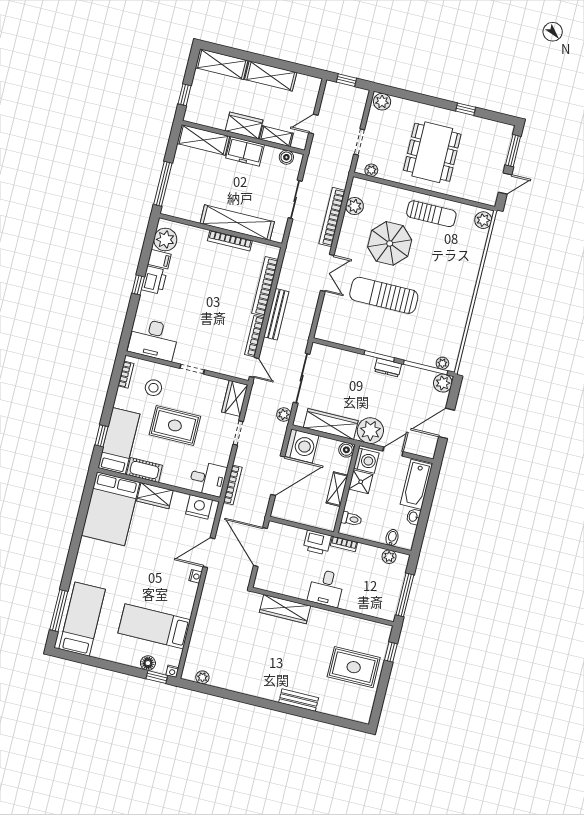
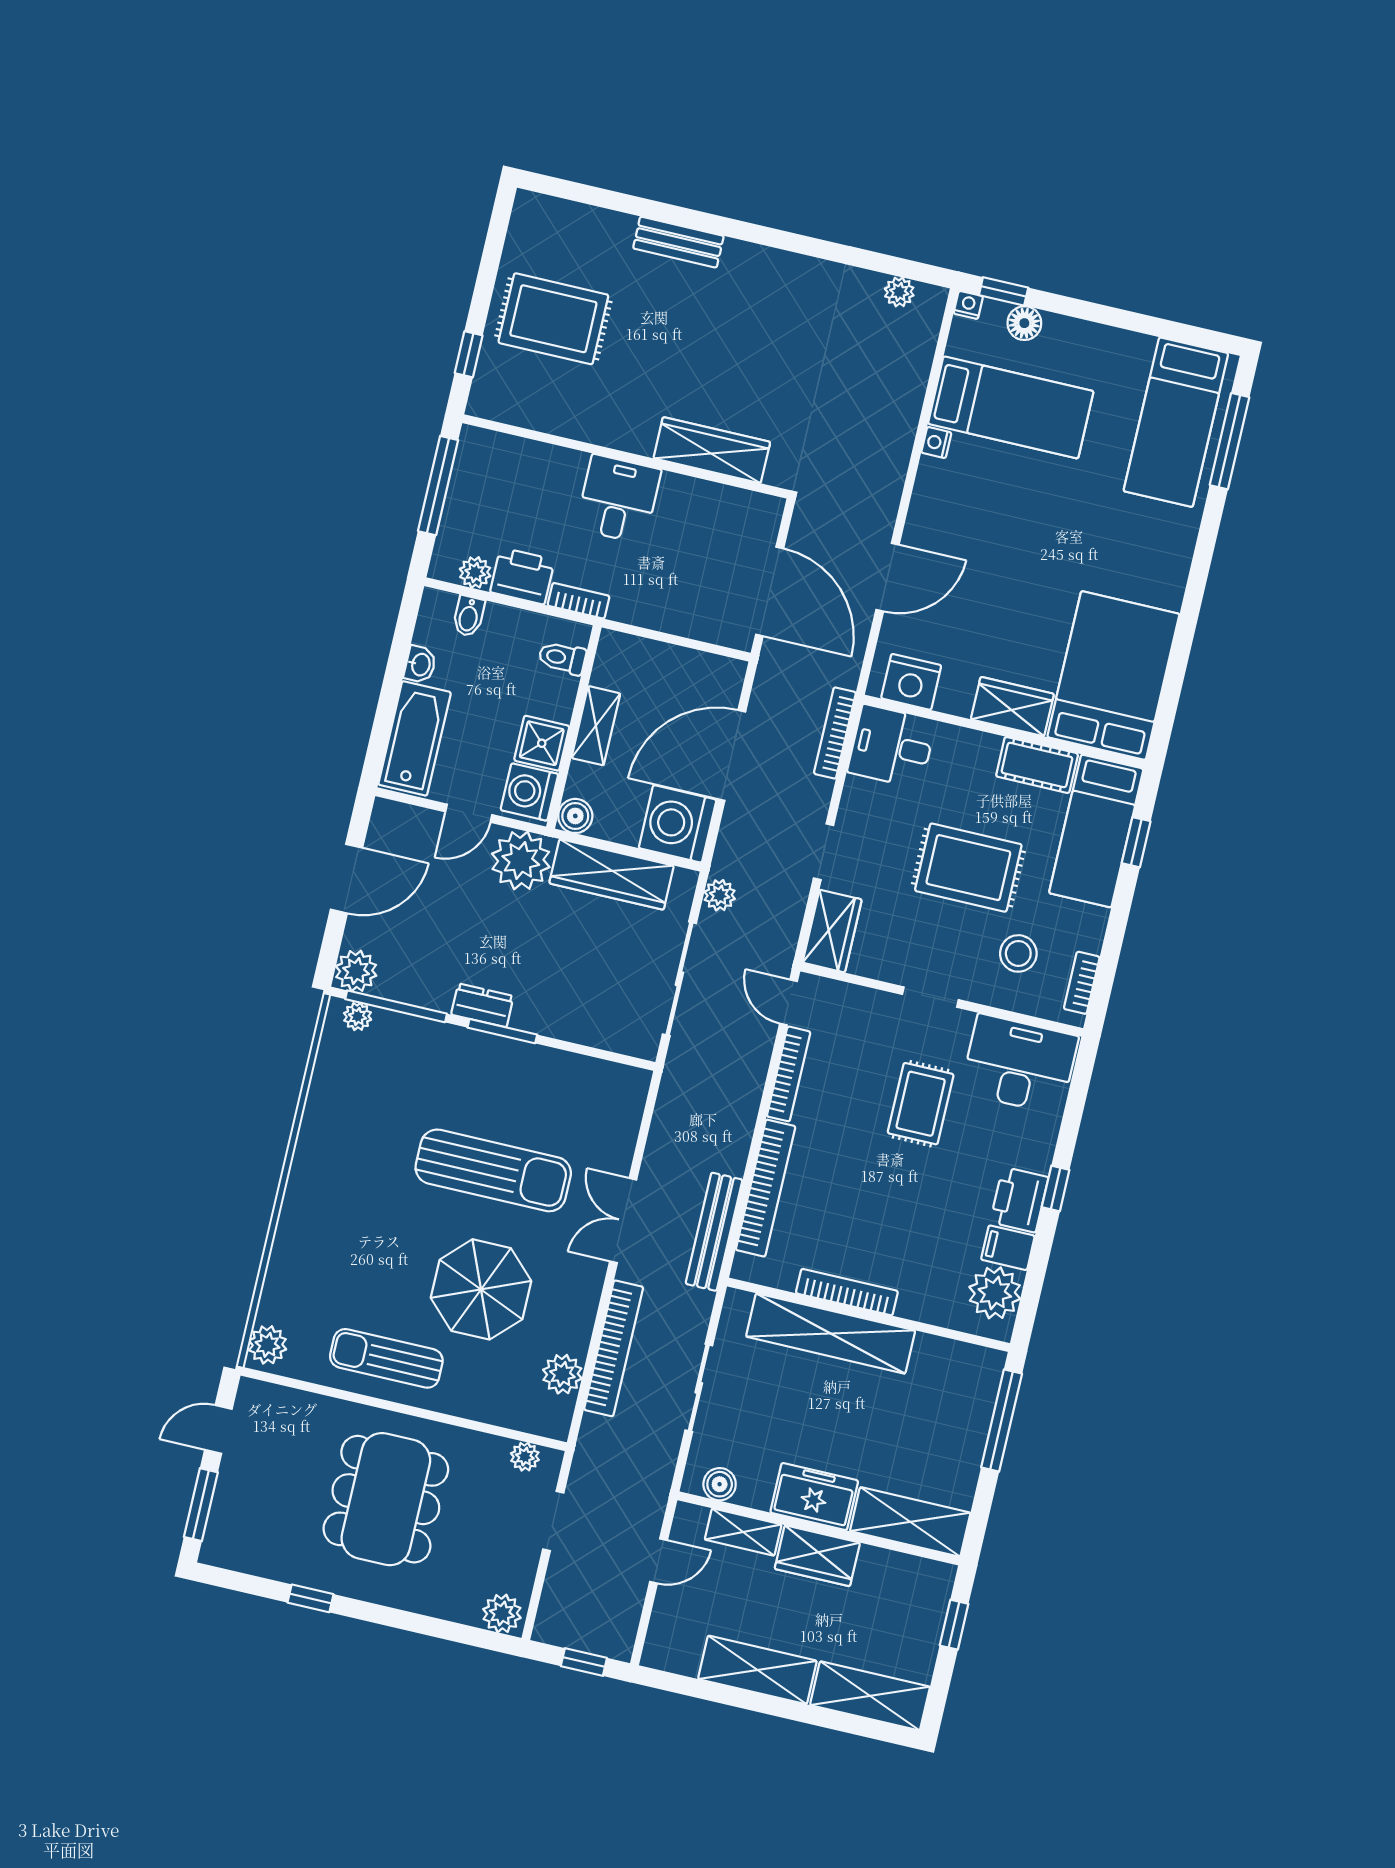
bench: (276, 314) -> (714, 1232), moved
rug: (197, 323) -> (921, 1104), added
printer: (317, 542) -> (522, 576), moved
nightstand: (195, 576) -> (936, 443), moved

